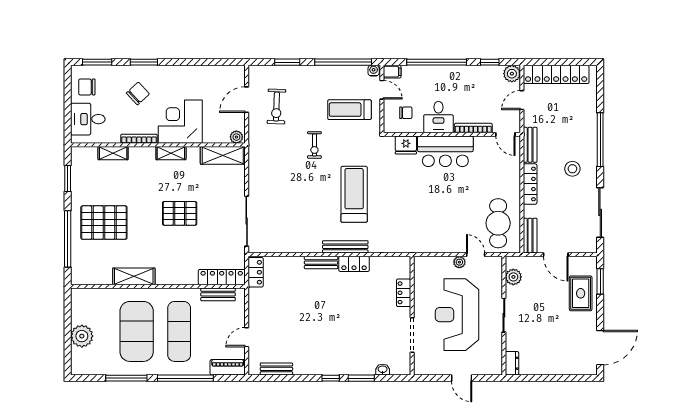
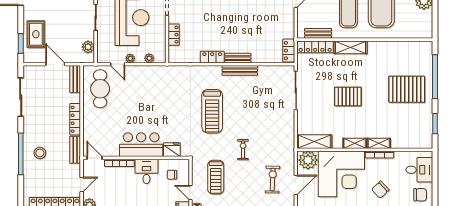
treadmill: (349, 110) -> (216, 177), turned 90
corner desk: (180, 122) -> (341, 174), width x1.36, depth x1.36
plant: (236, 137) -> (308, 160), width x1.88, depth x1.88
shelving: (113, 153) -> (379, 143), moved
stool: (572, 169) -> (40, 153), moved
bench: (345, 247) -> (240, 70), moved
plant: (435, 262) -> (149, 58), added
shelving: (134, 276) -> (351, 47), moved

